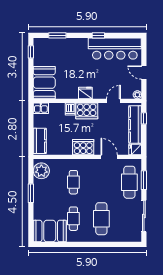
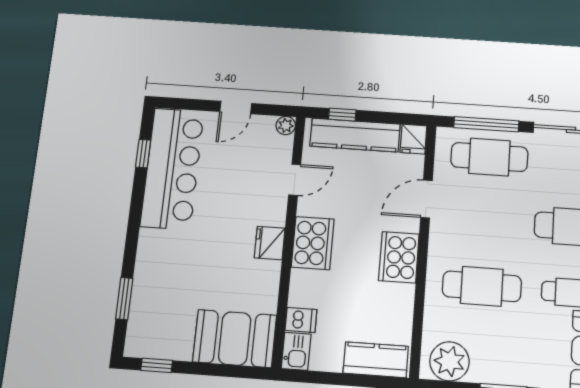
window: (98, 35) -> (143, 154), moved
door: (114, 101) -> (295, 180), swing flipped
dishwasher: (70, 109) -> (301, 320), moved
window: (144, 180) -> (486, 124), width x1.44
cafe table: (73, 182) -> (482, 286), width x1.37, depth x1.35

